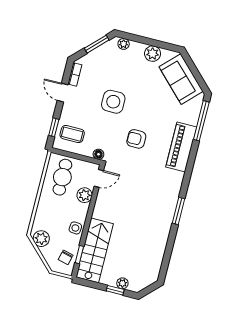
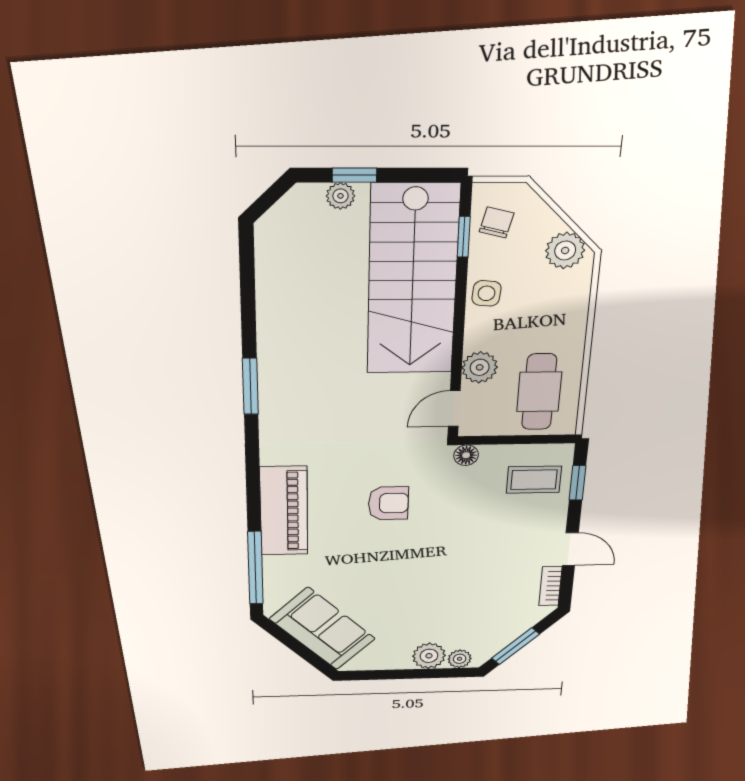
plant: (153, 54) -> (429, 656), moved
side table: (113, 102) -> (457, 558), removed
stairs: (95, 250) -> (413, 281), width x1.36, depth x1.51

